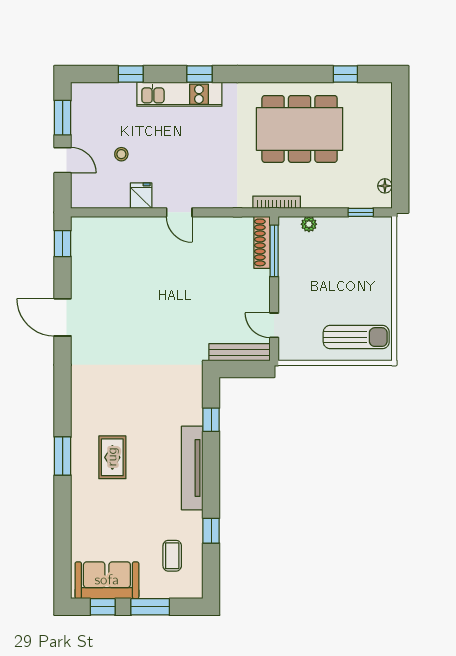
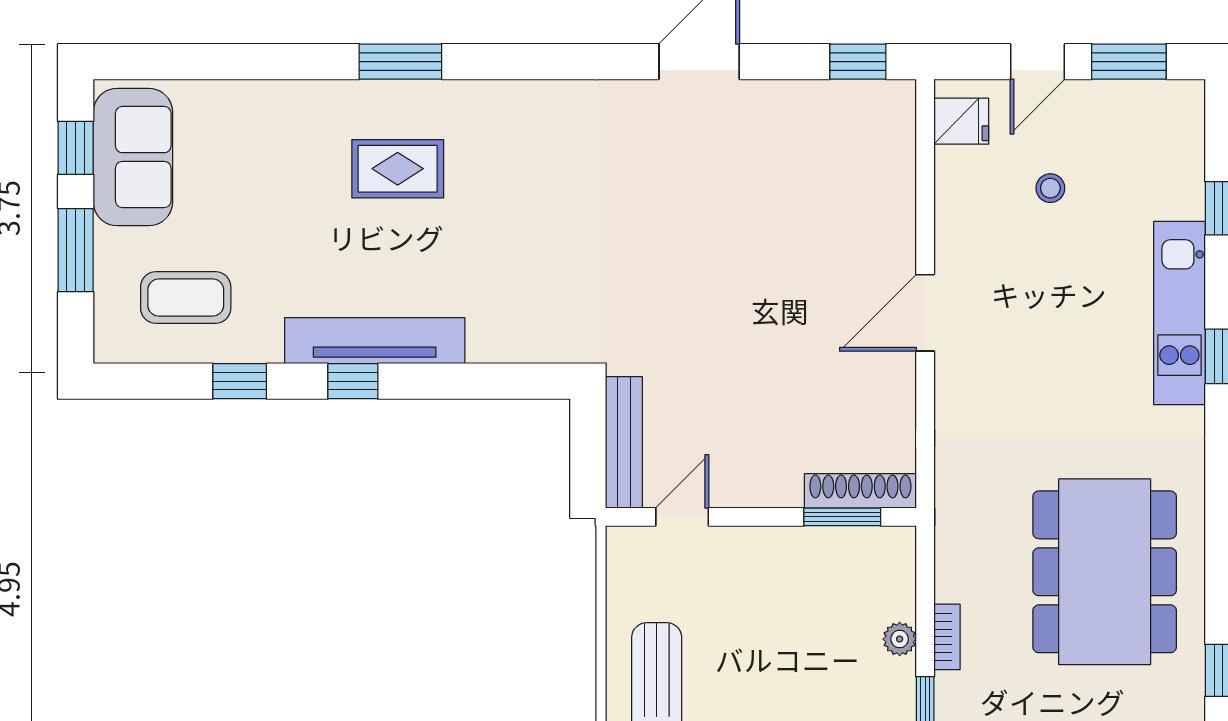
fridge: (141, 196) -> (961, 121), moved
bookcase: (277, 202) -> (947, 637), moved, width x0.64
door: (179, 212) -> (925, 313), width x1.38
plant: (309, 224) -> (900, 639), moved
window: (274, 251) -> (842, 517), width x0.69
window: (211, 420) -> (353, 381), moved
coffee table: (172, 556) -> (186, 298), width x1.36, depth x1.30

